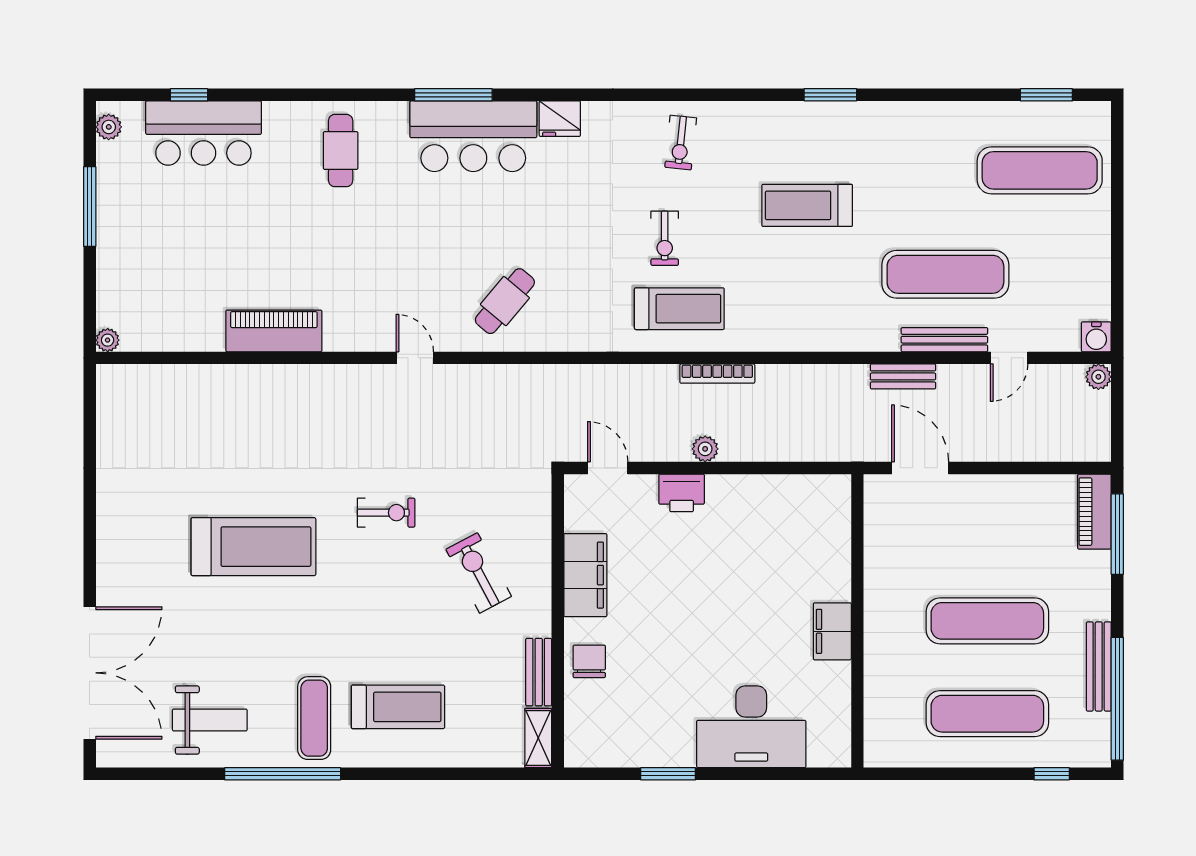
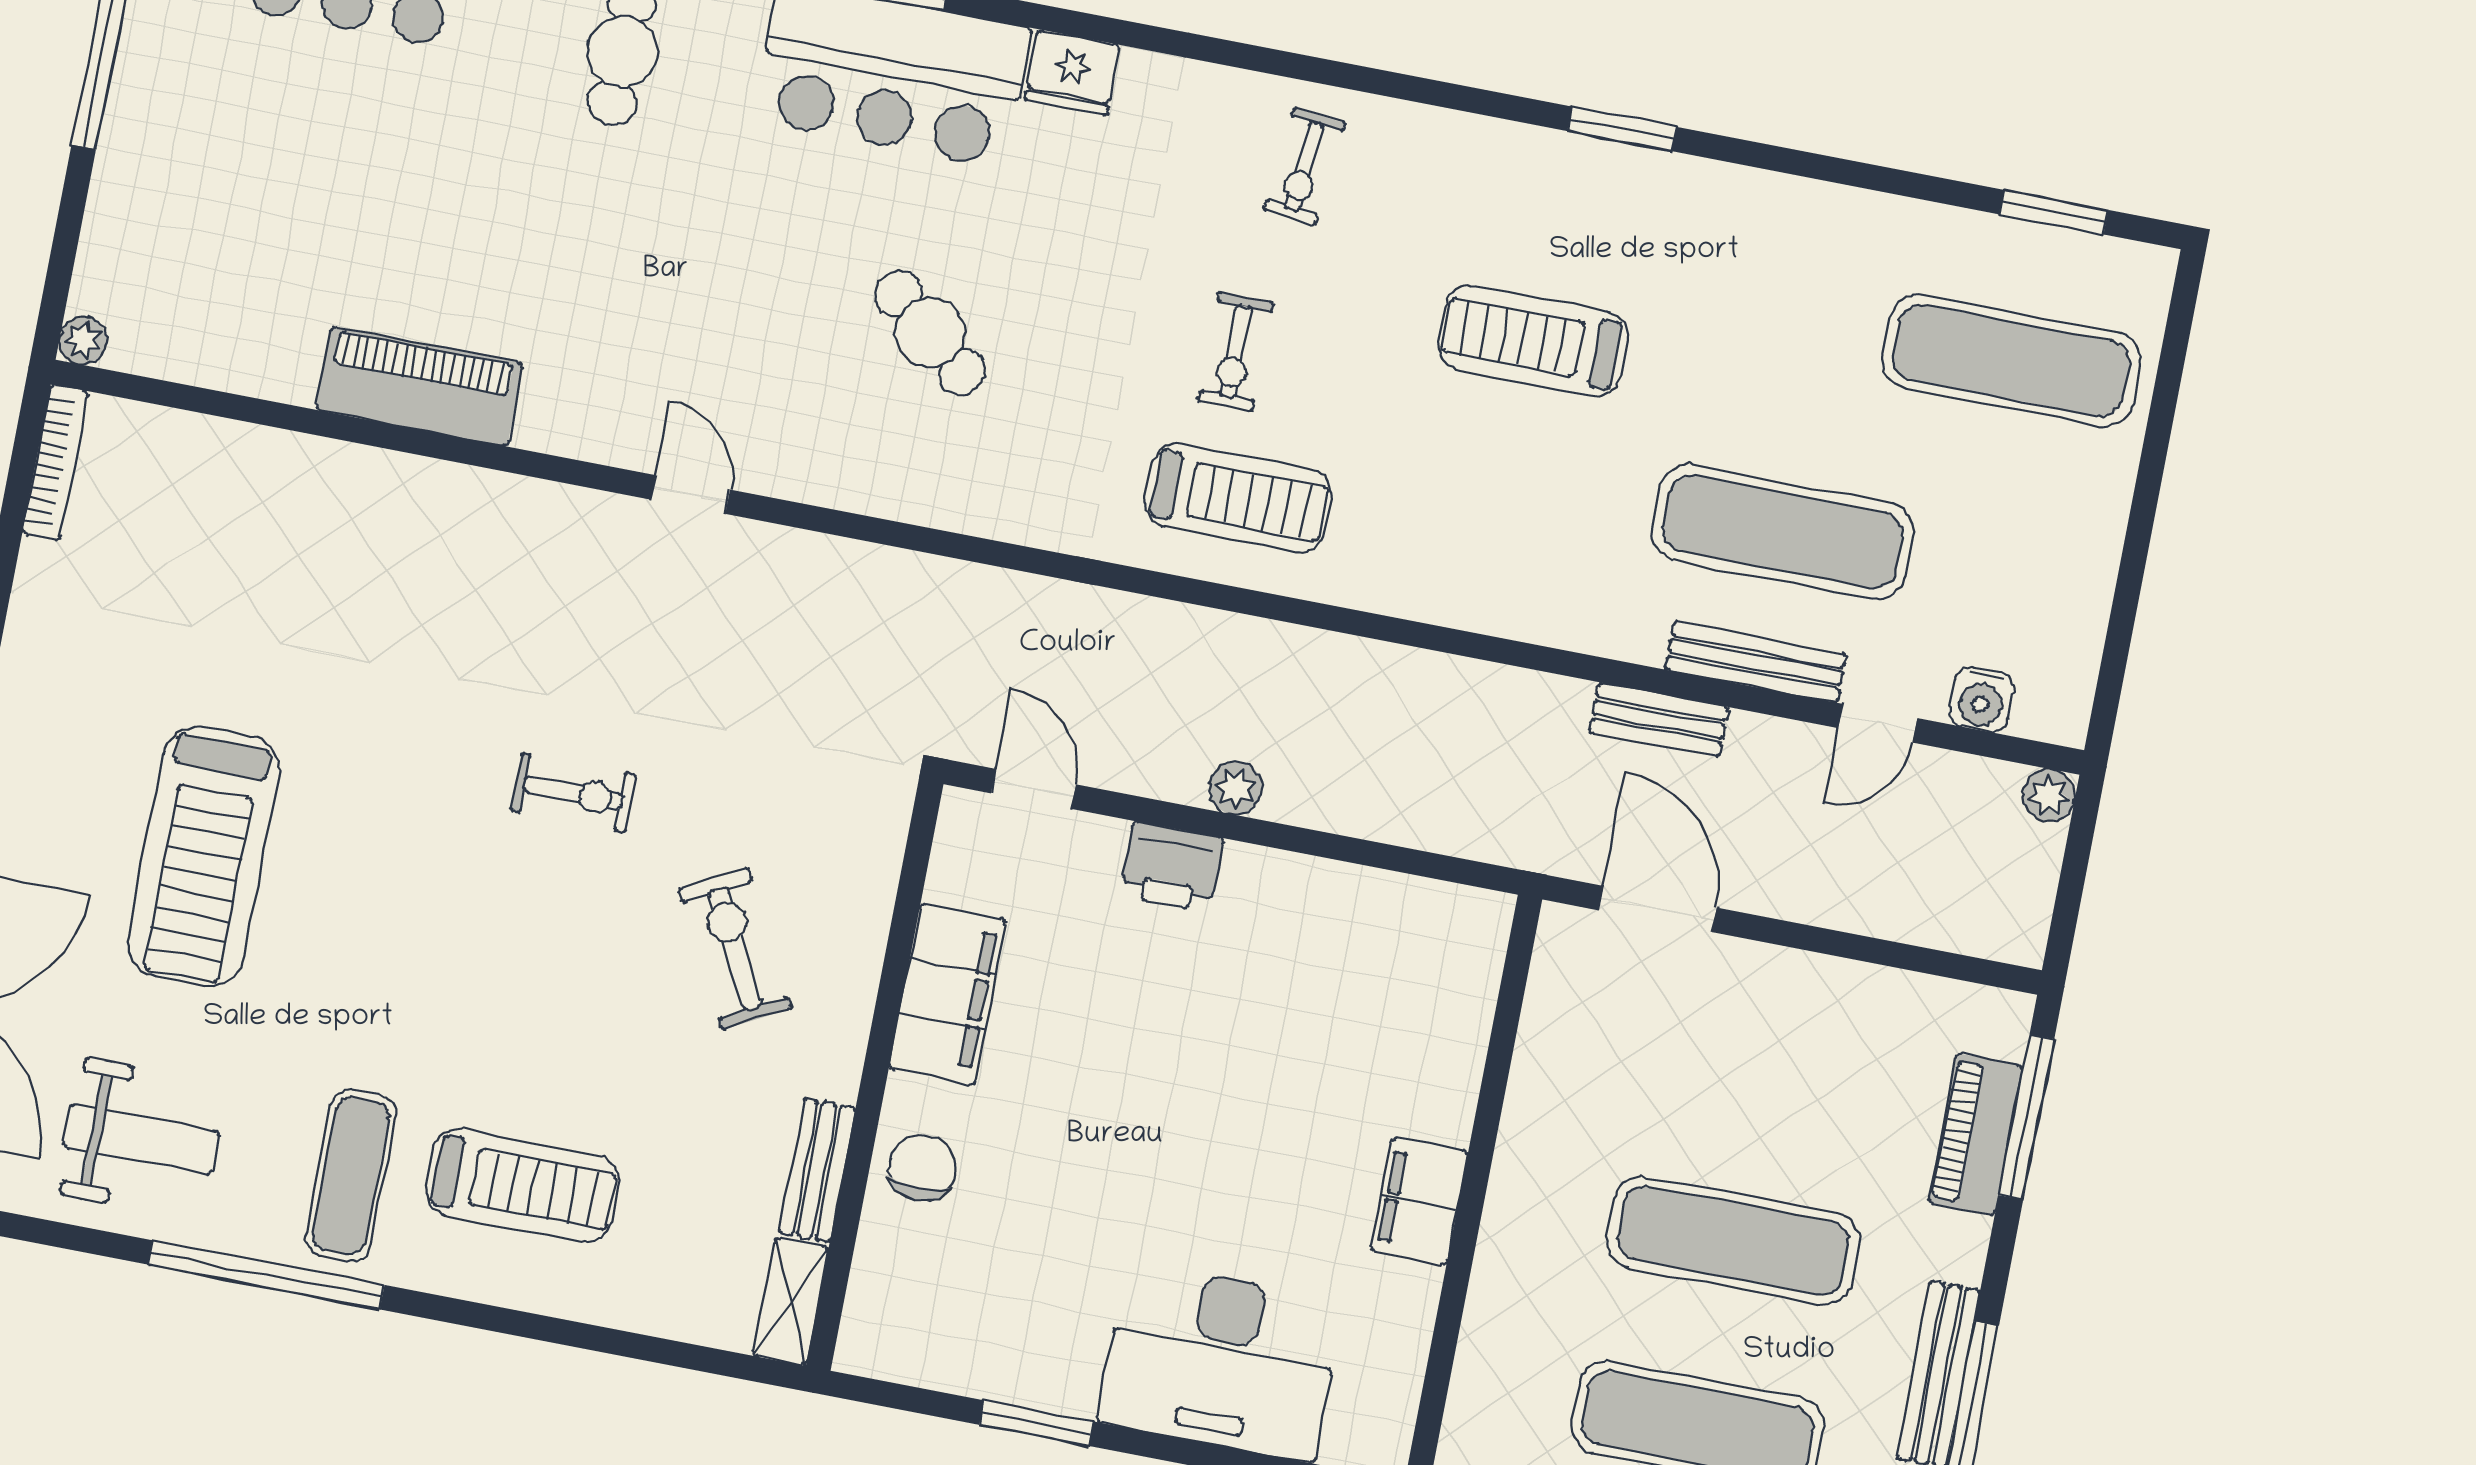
cafe table: (505, 301) -> (930, 333), moved, turned 90
water cooler: (1096, 337) -> (1981, 700), moved
bookcase: (717, 374) -> (56, 463), moved, turned -90
piano: (1094, 512) -> (1976, 1134), moved
treadmill: (253, 547) -> (204, 856), moved, turned 90

